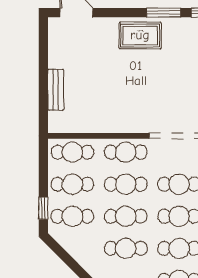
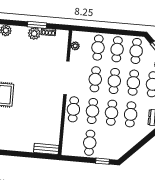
bench: (56, 90) -> (46, 149), moved
cafe table: (72, 152) -> (71, 141), removed
cafe table: (72, 216) -> (109, 144), removed

